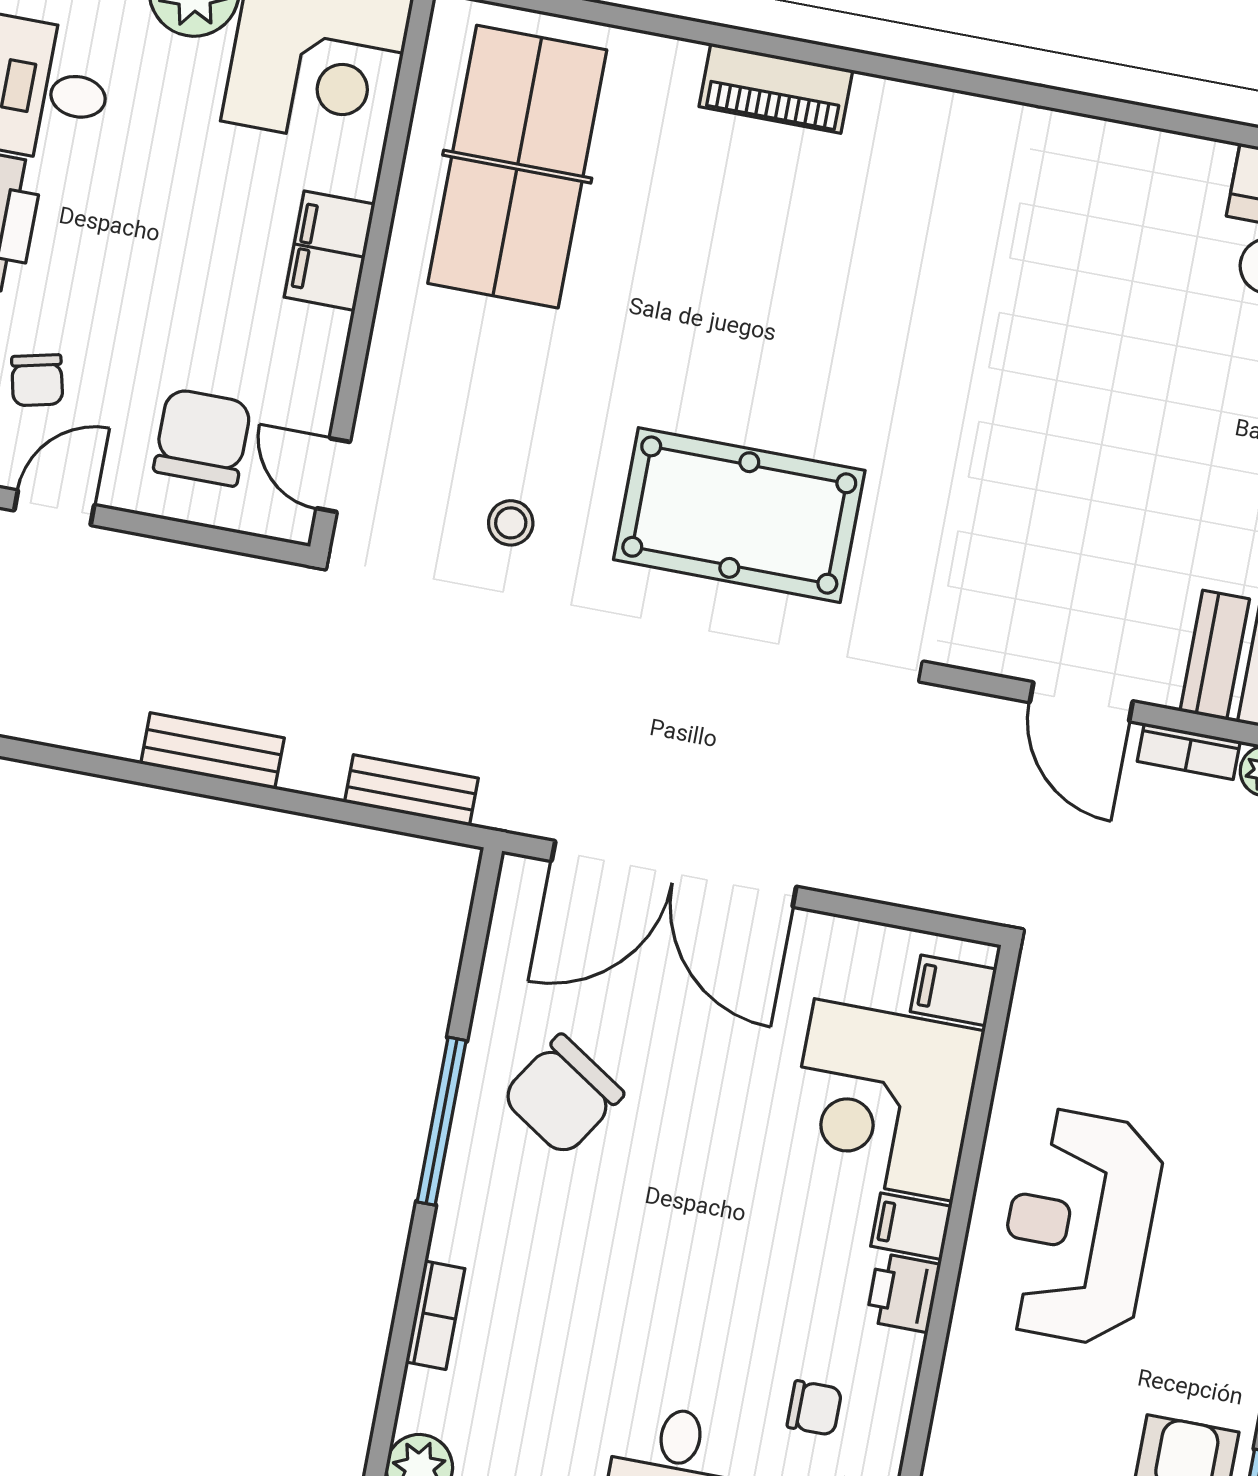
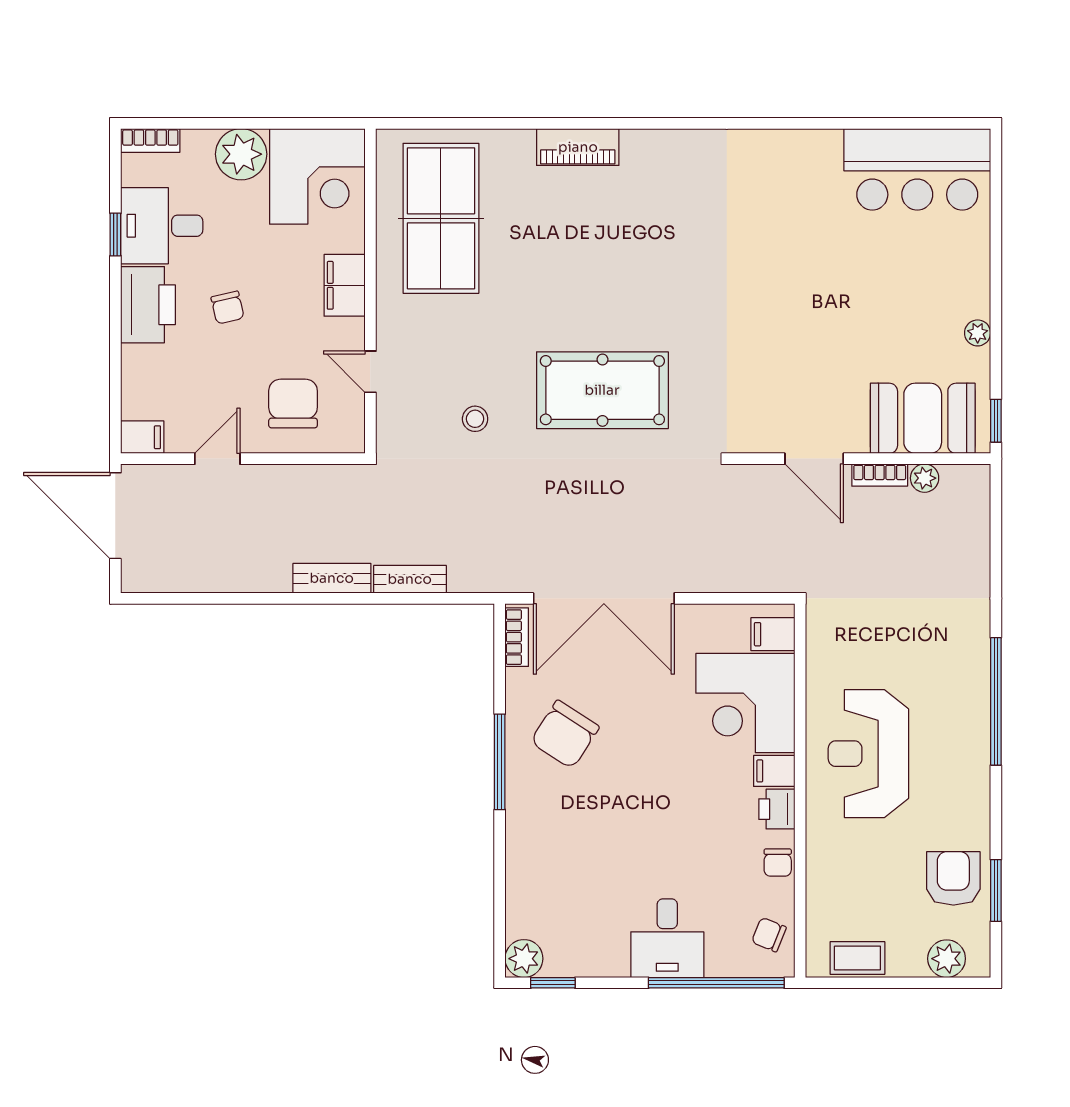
chair: (37, 380) -> (228, 308), moved
door: (333, 475) -> (370, 372), moved
bench: (411, 790) -> (410, 579), moved
bookcase: (435, 1315) -> (517, 637), moved
chair: (814, 1408) -> (778, 863), moved, turned 90

